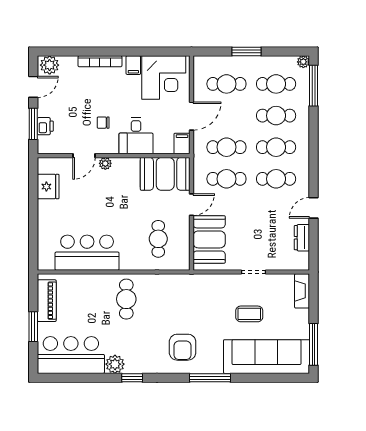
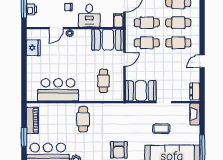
dresser: (302, 238) -> (195, 91), moved
booth: (209, 239) -> (141, 91), moved, turned 90

